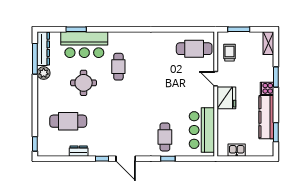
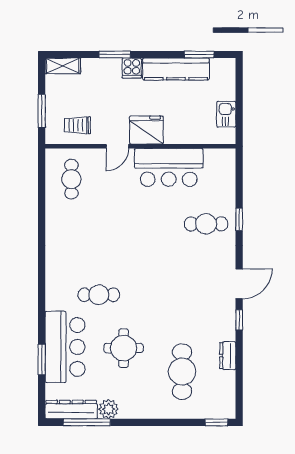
cafe table: (194, 49) -> (71, 179), width x0.73, depth x0.74
bar counter: (202, 130) -> (169, 167), moved

